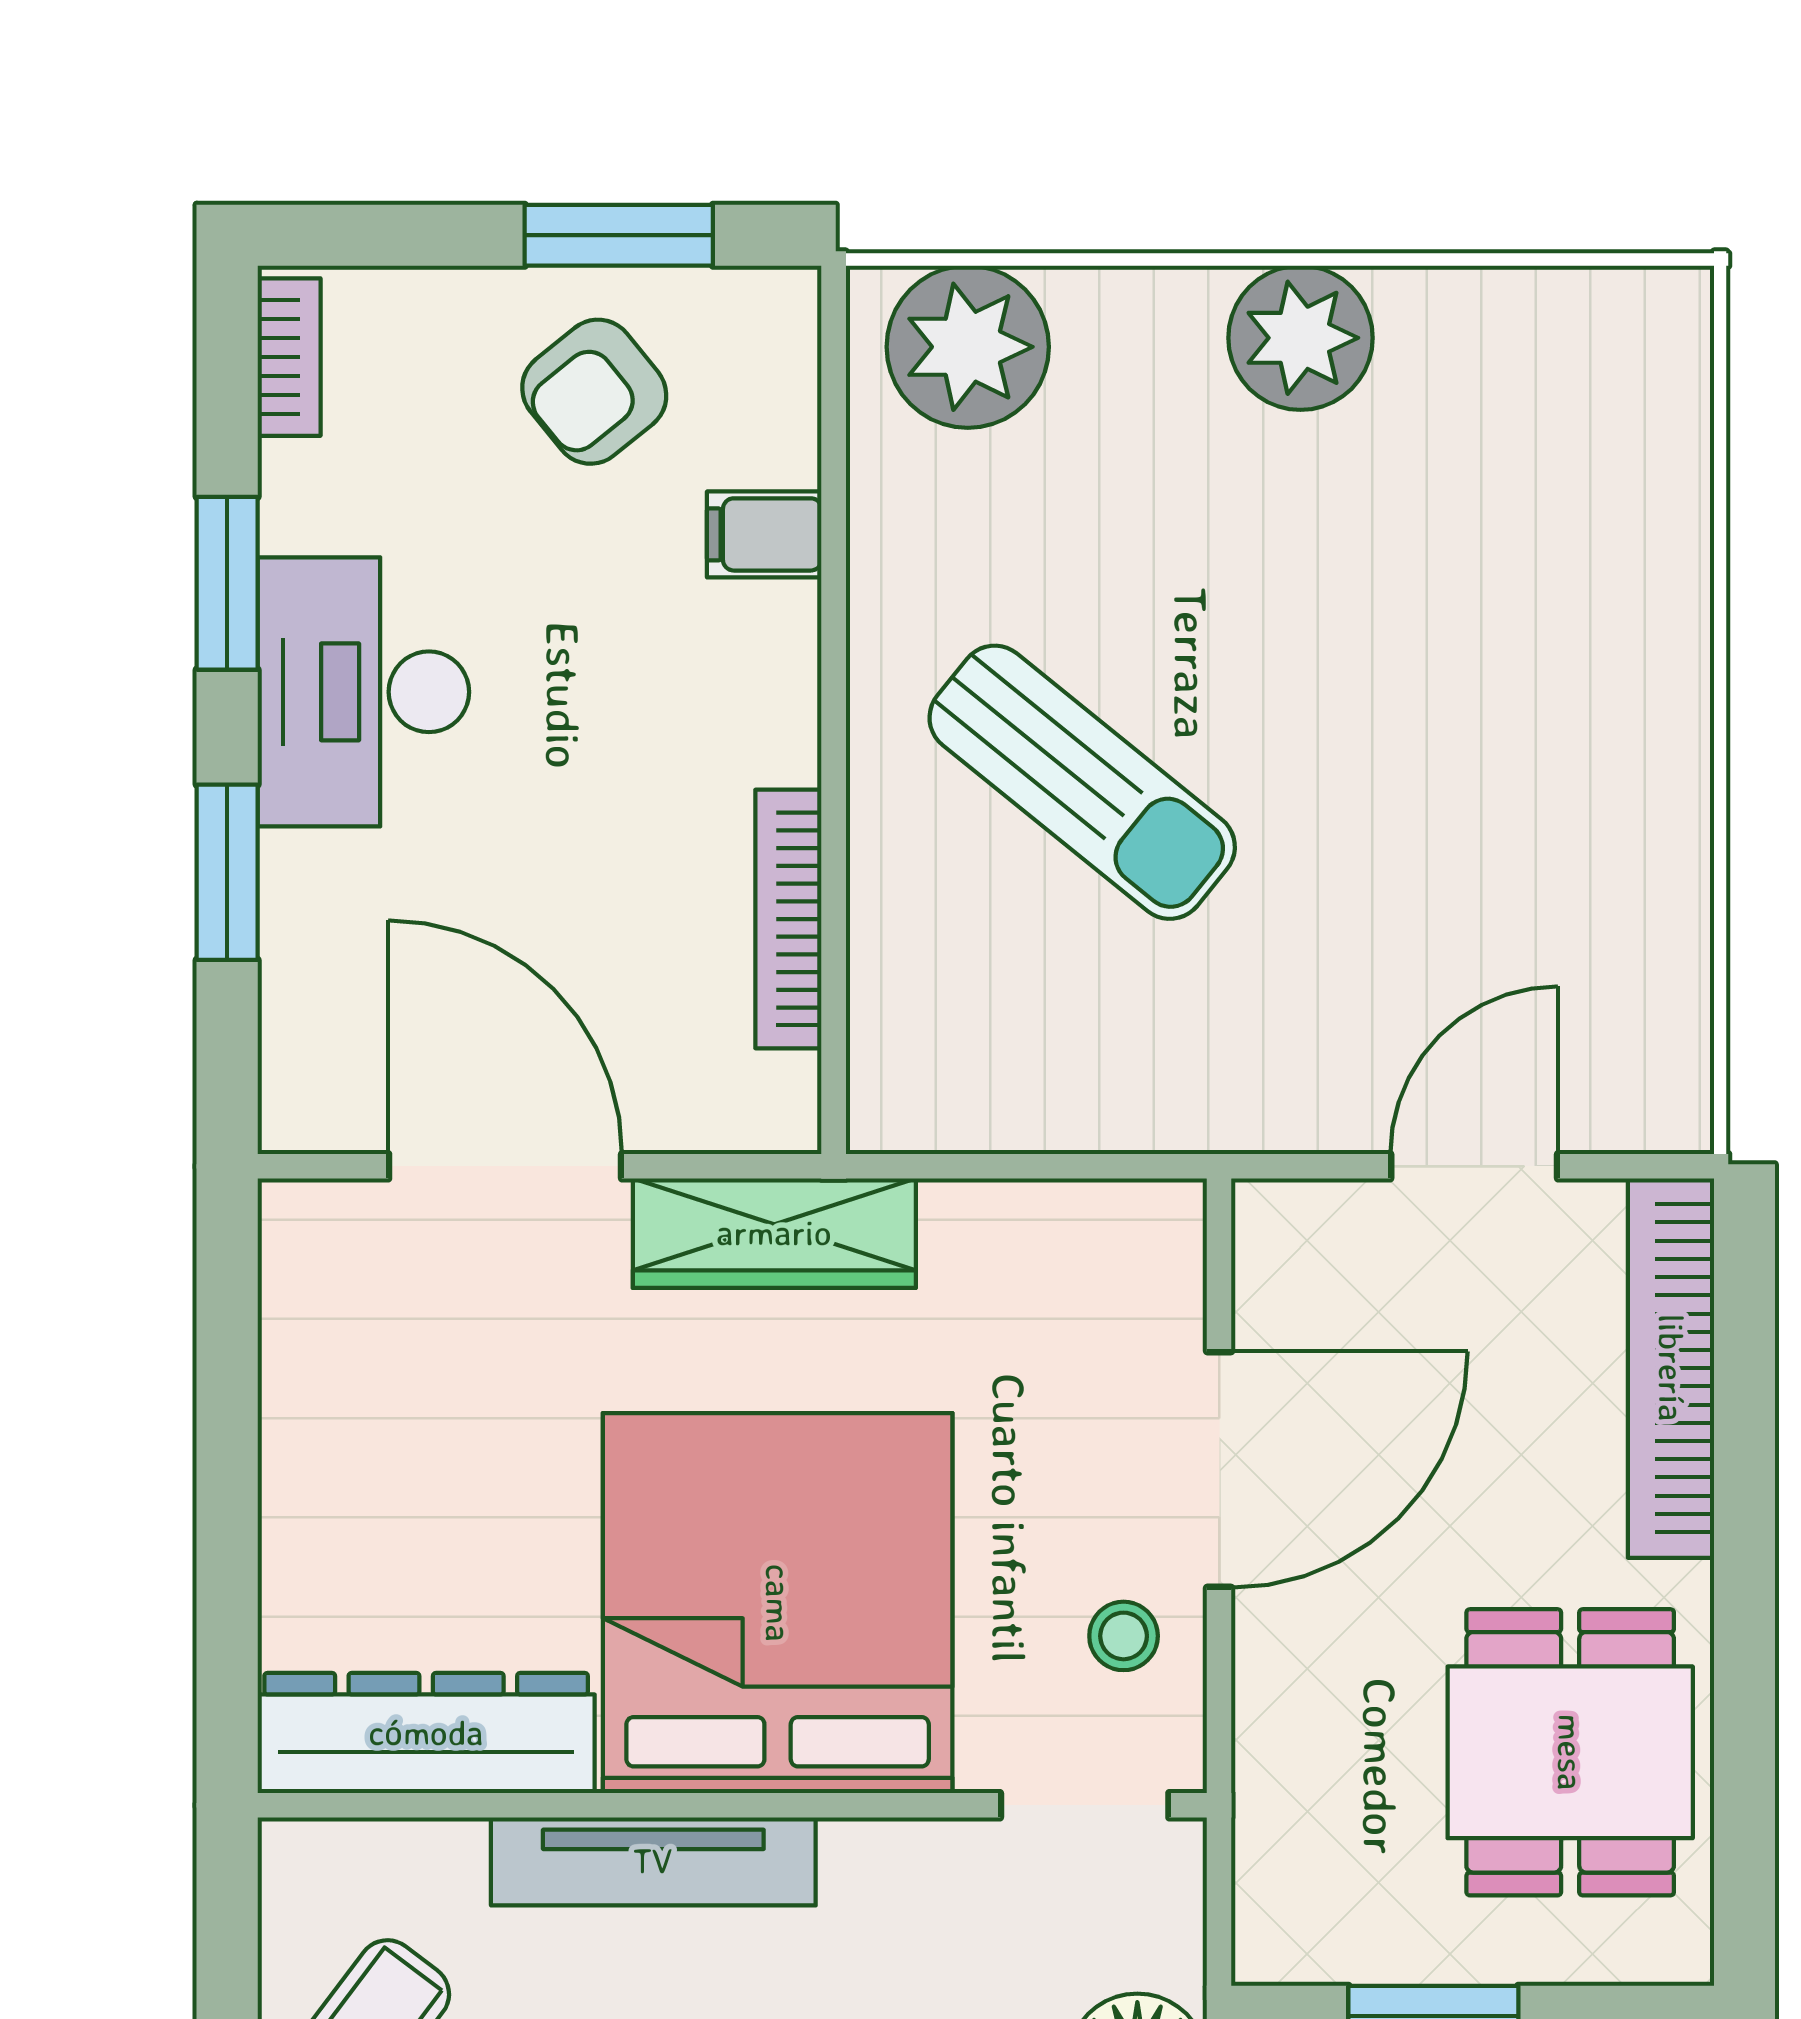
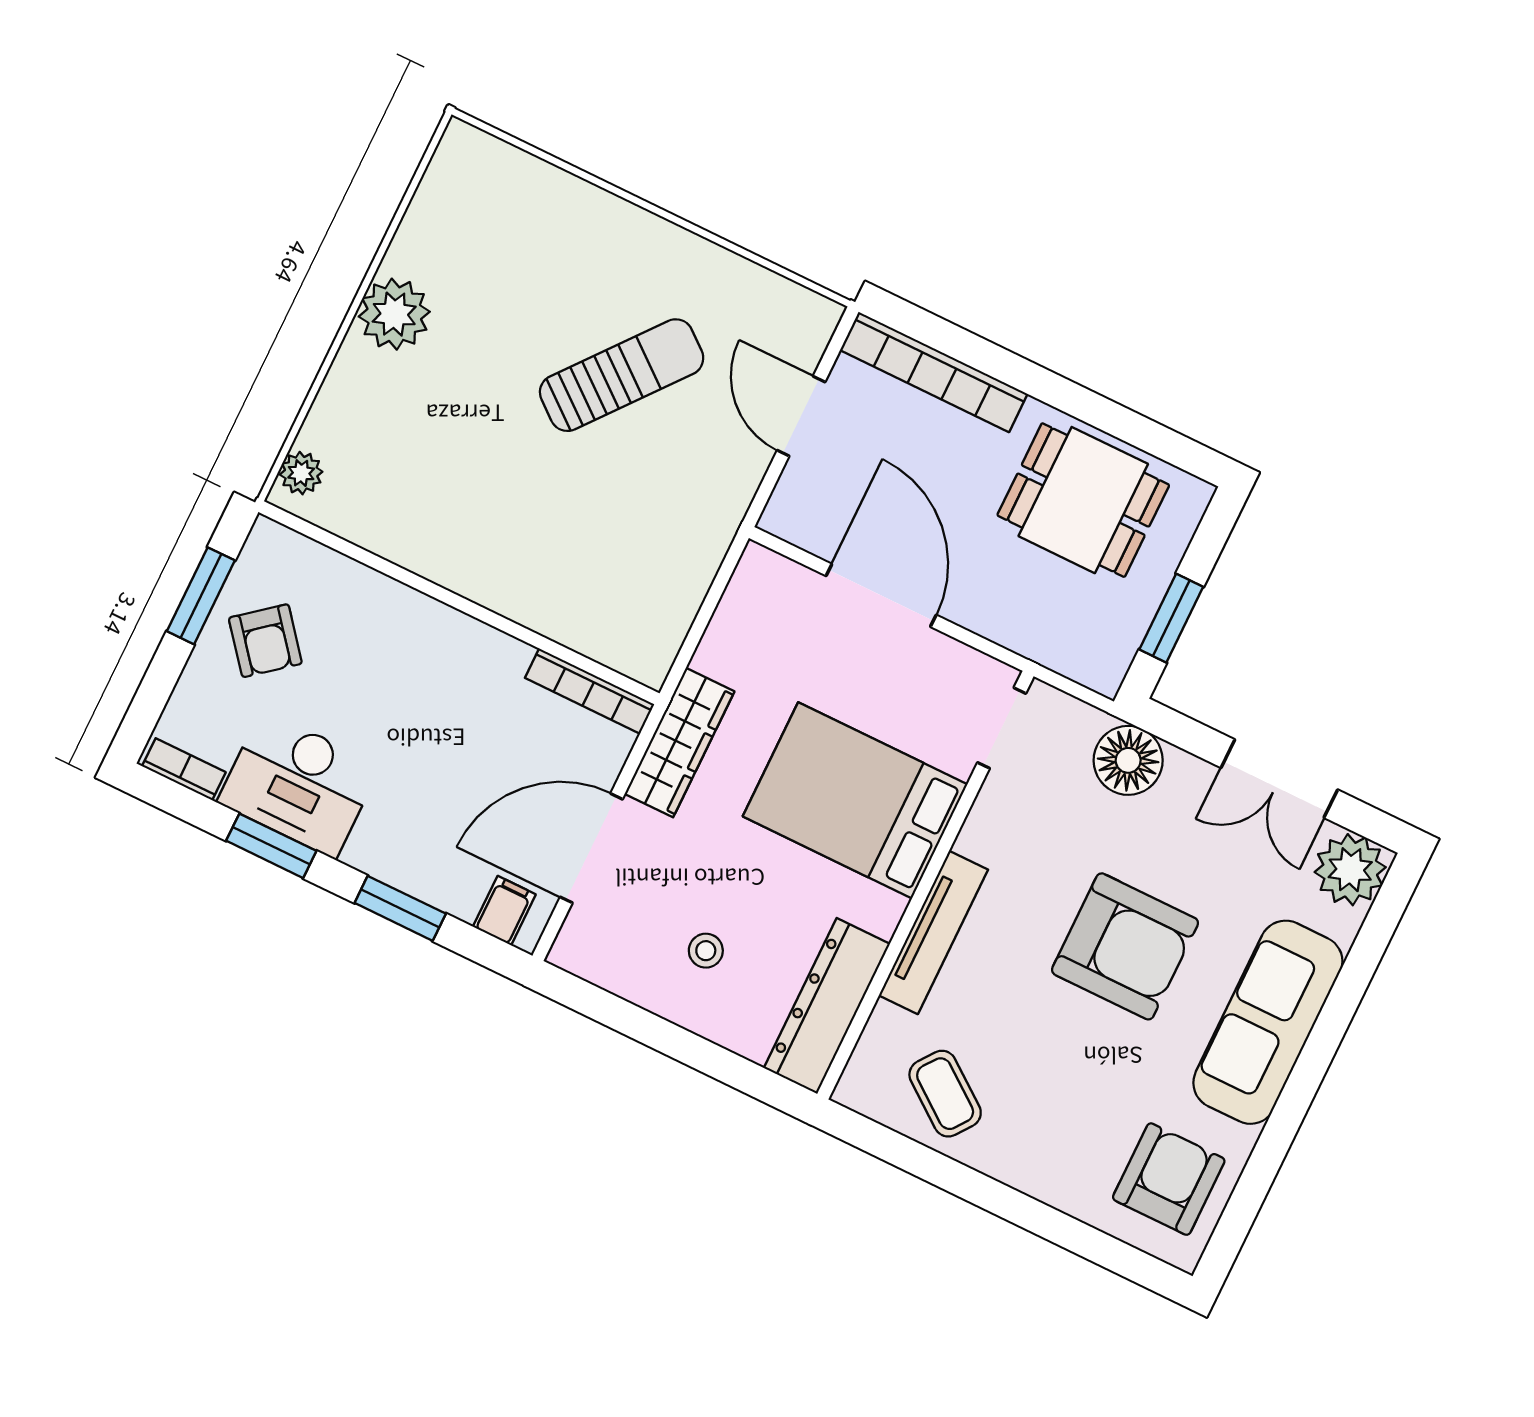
plant: (968, 347) -> (301, 473), width x0.53, depth x0.53
filing cabinet: (764, 534) -> (504, 911), moved, turned 180
desk: (363, 692) -> (299, 784), moved
sun lounger: (1082, 782) -> (622, 375), moved
bookcase: (788, 919) -> (590, 691), moved
bed: (778, 1603) -> (855, 800), width x0.73
stool: (1124, 1636) -> (706, 951), moved

